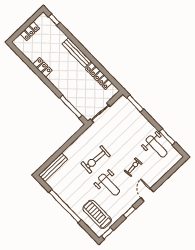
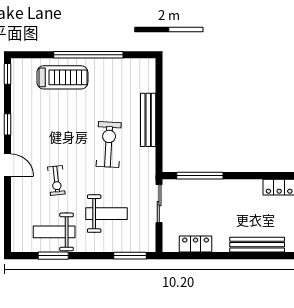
locker: (99, 76) -> (196, 244), width x0.66
bench: (53, 167) -> (148, 120), moved
weight bench: (109, 185) -> (107, 214), moved, turned 180
treadmill: (97, 214) -> (62, 77), moved

